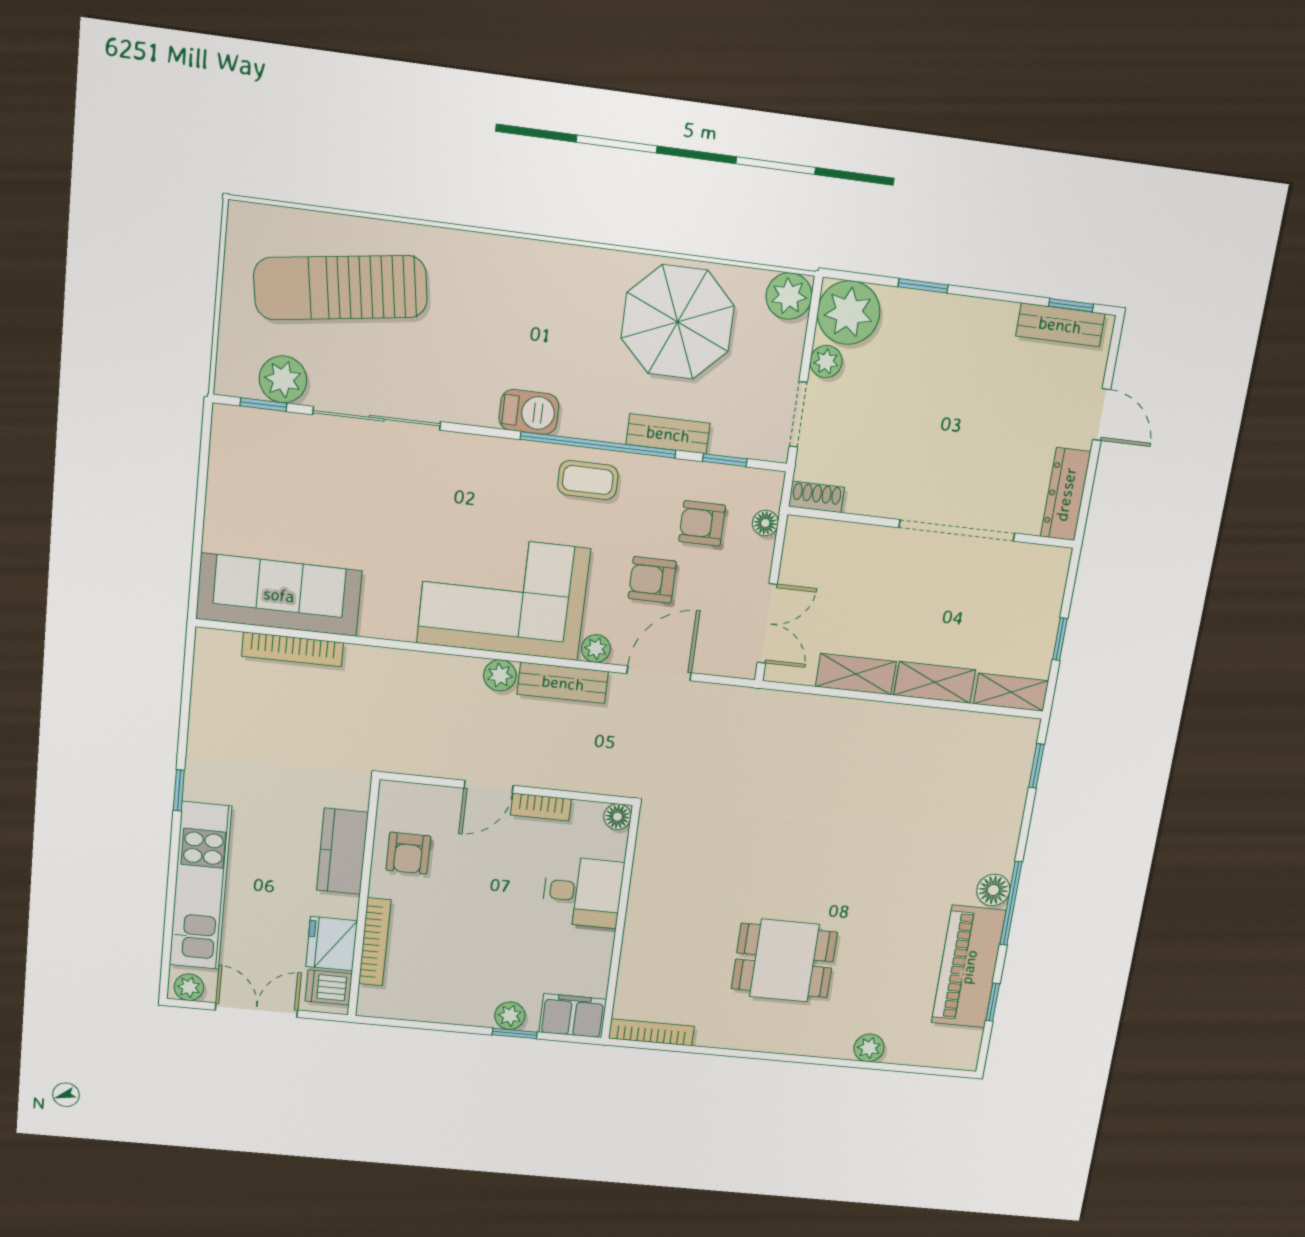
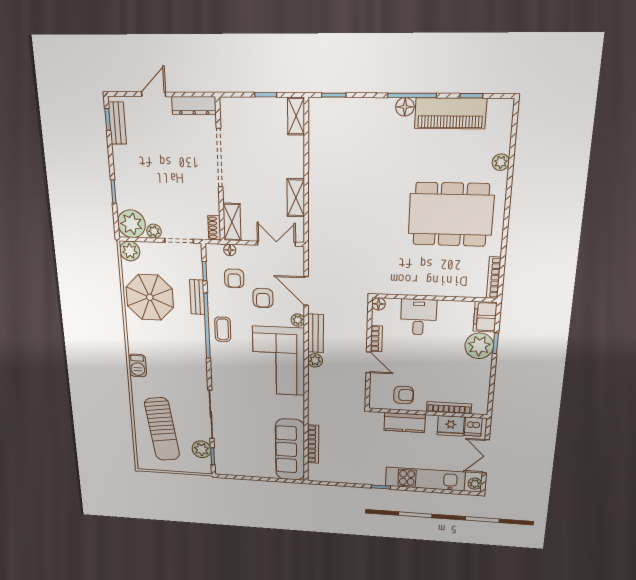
barbecue: (529, 412) -> (138, 366), moved, turned 180
shelving: (935, 682) -> (232, 222), moved
dining table: (784, 960) -> (451, 214), width x1.88, depth x1.24
plant: (510, 1016) -> (479, 346), width x1.88, depth x1.88

